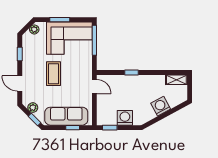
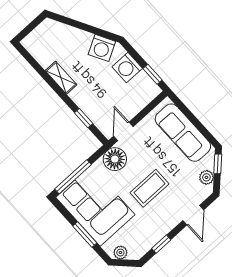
floor lamp: (84, 70) -> (115, 159), added
window: (131, 72) -> (84, 118), moved
shelving: (176, 80) -> (61, 78), moved
washing machine: (161, 106) -> (102, 48), moved
window: (73, 128) -> (189, 115), removed

